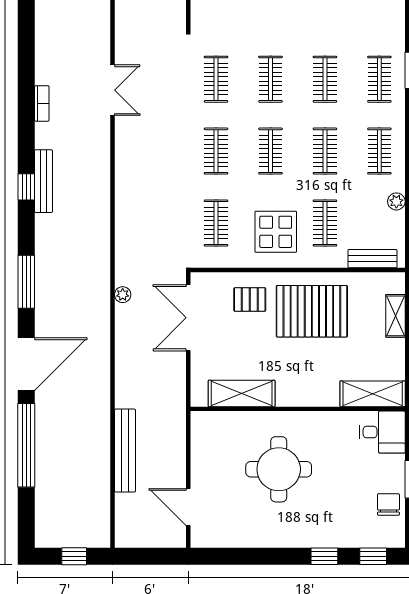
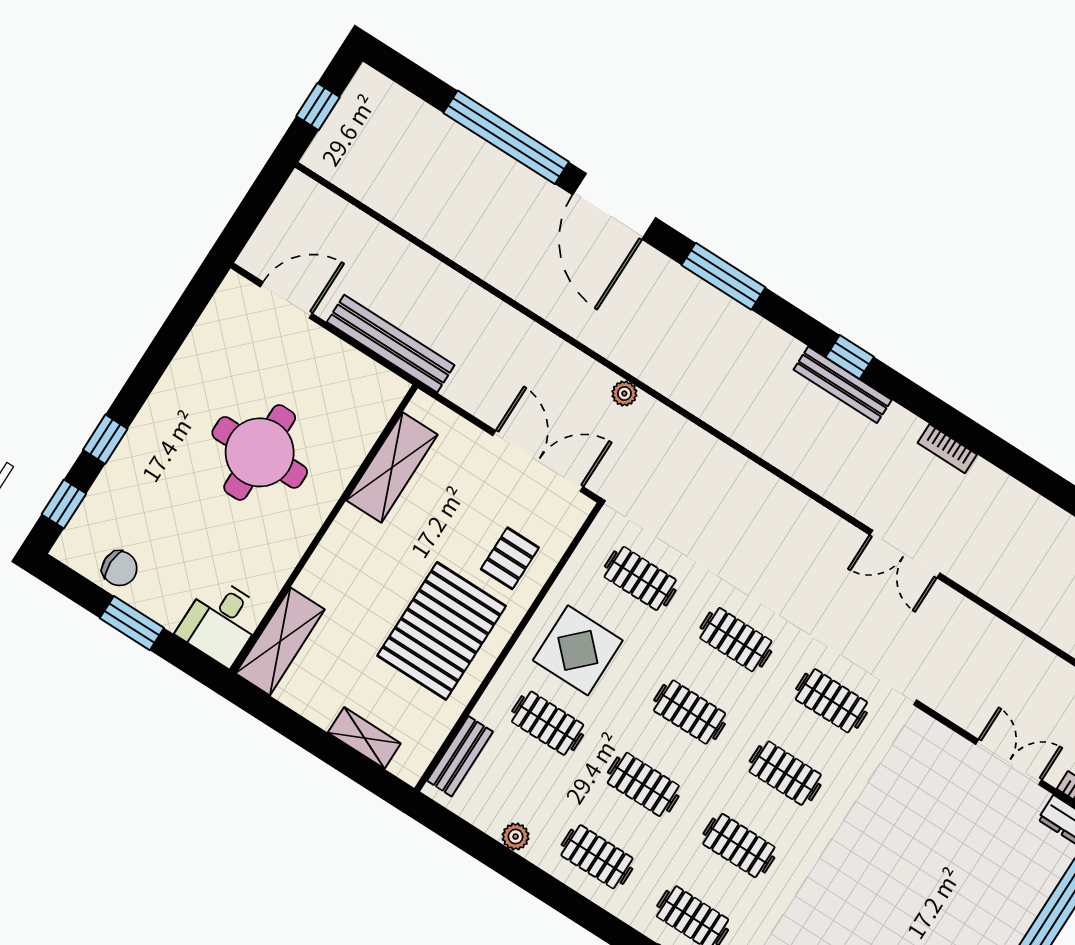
bench: (125, 451) -> (391, 344), moved

